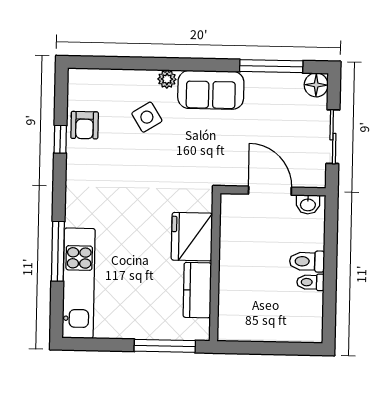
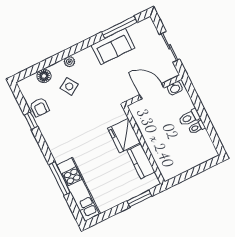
floor lamp: (316, 85) -> (44, 76), moved
sofa: (211, 90) -> (113, 46), moved
window: (165, 346) -> (139, 199), width x0.69

